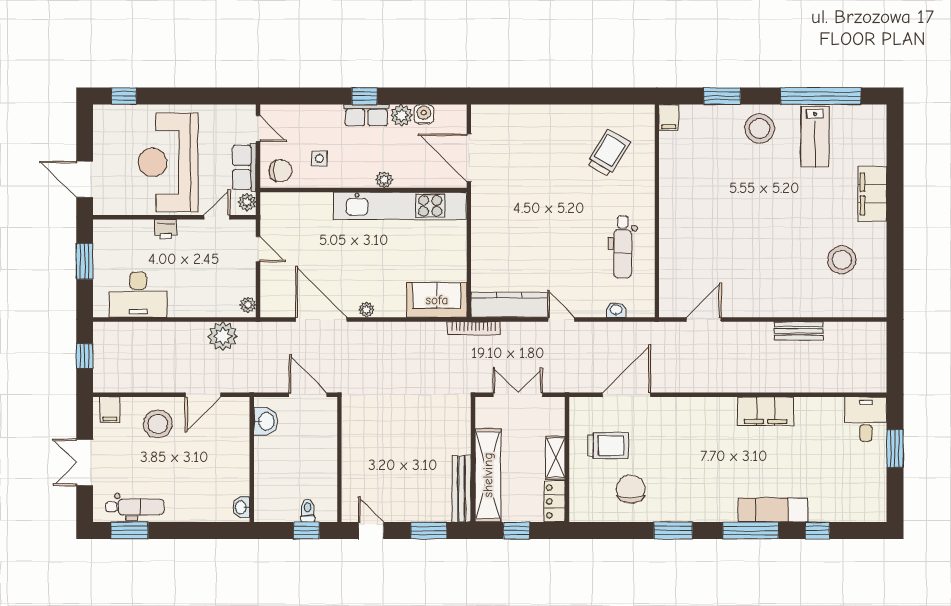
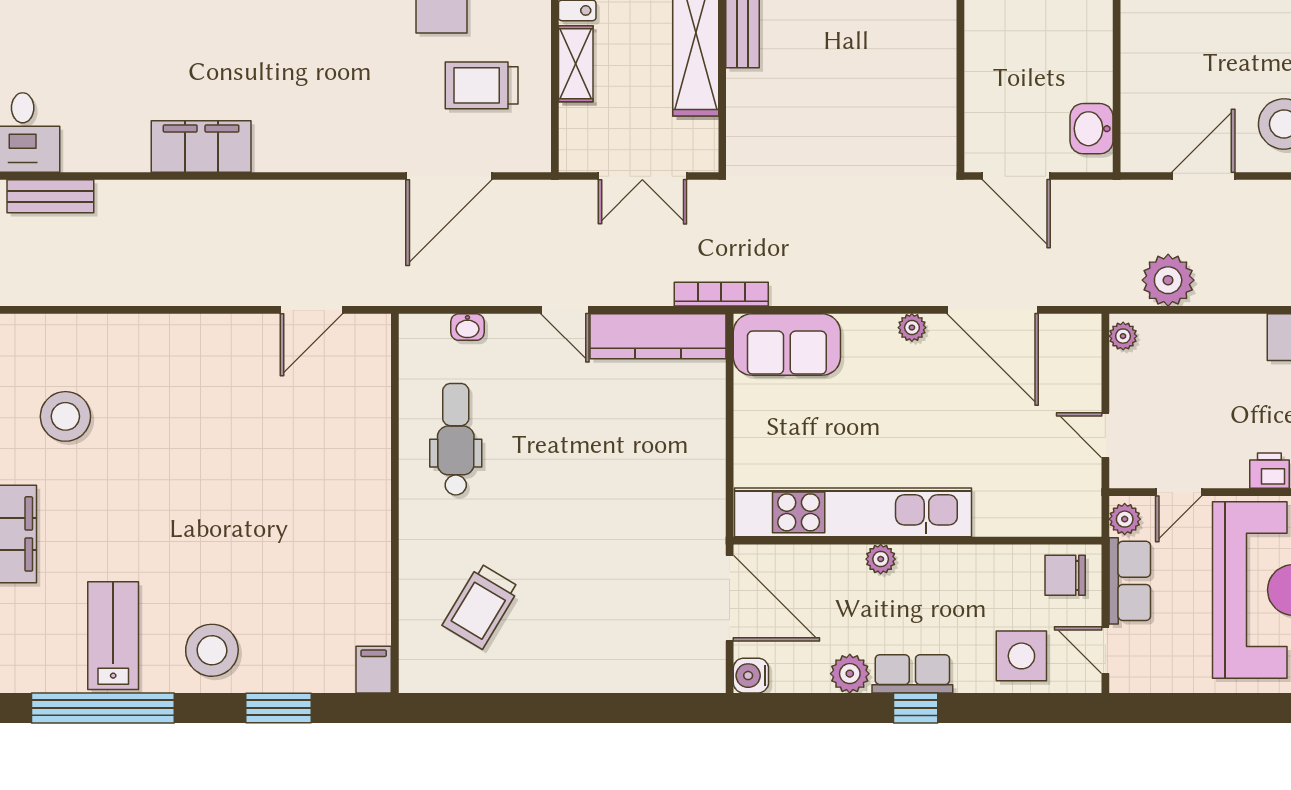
water cooler: (424, 114) -> (751, 676), moved, turned 90
side table: (319, 159) -> (1021, 656), moved, width x1.87, depth x1.87
bench: (799, 331) -> (50, 196), moved

